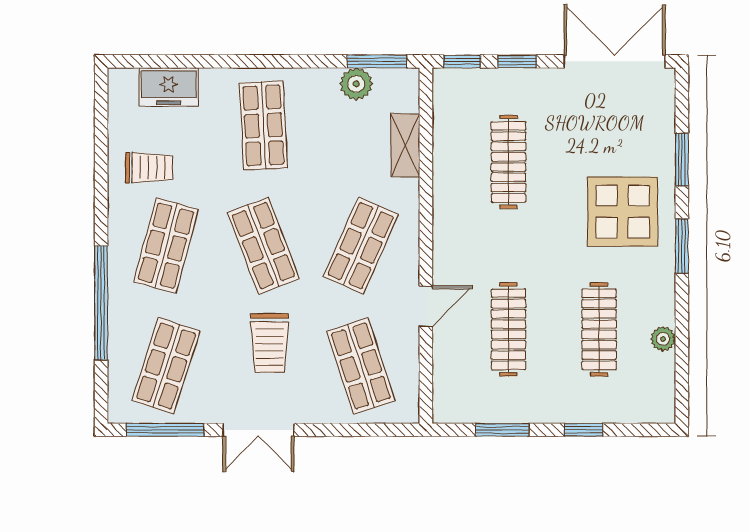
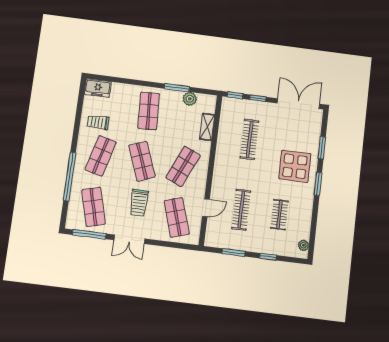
window: (377, 61) -> (177, 88), moved
freezer: (169, 87) -> (98, 88), moved
trolley: (149, 168) -> (98, 122), turned 180
door: (426, 306) -> (206, 208), moved
clothes rail: (599, 329) -> (279, 215), width x0.73
plant: (663, 339) -> (303, 245), moved
shop shelf: (166, 366) -> (93, 207), turned -33

